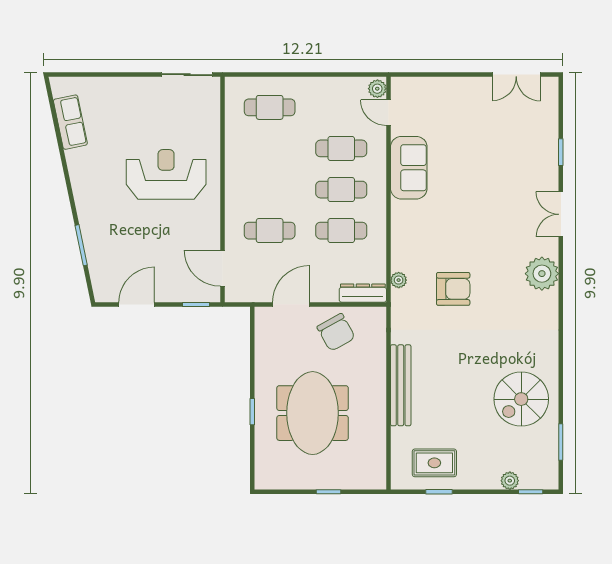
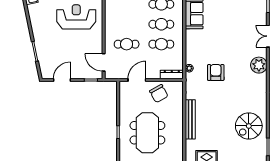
armchair: (453, 289) -> (216, 72), turned -90

